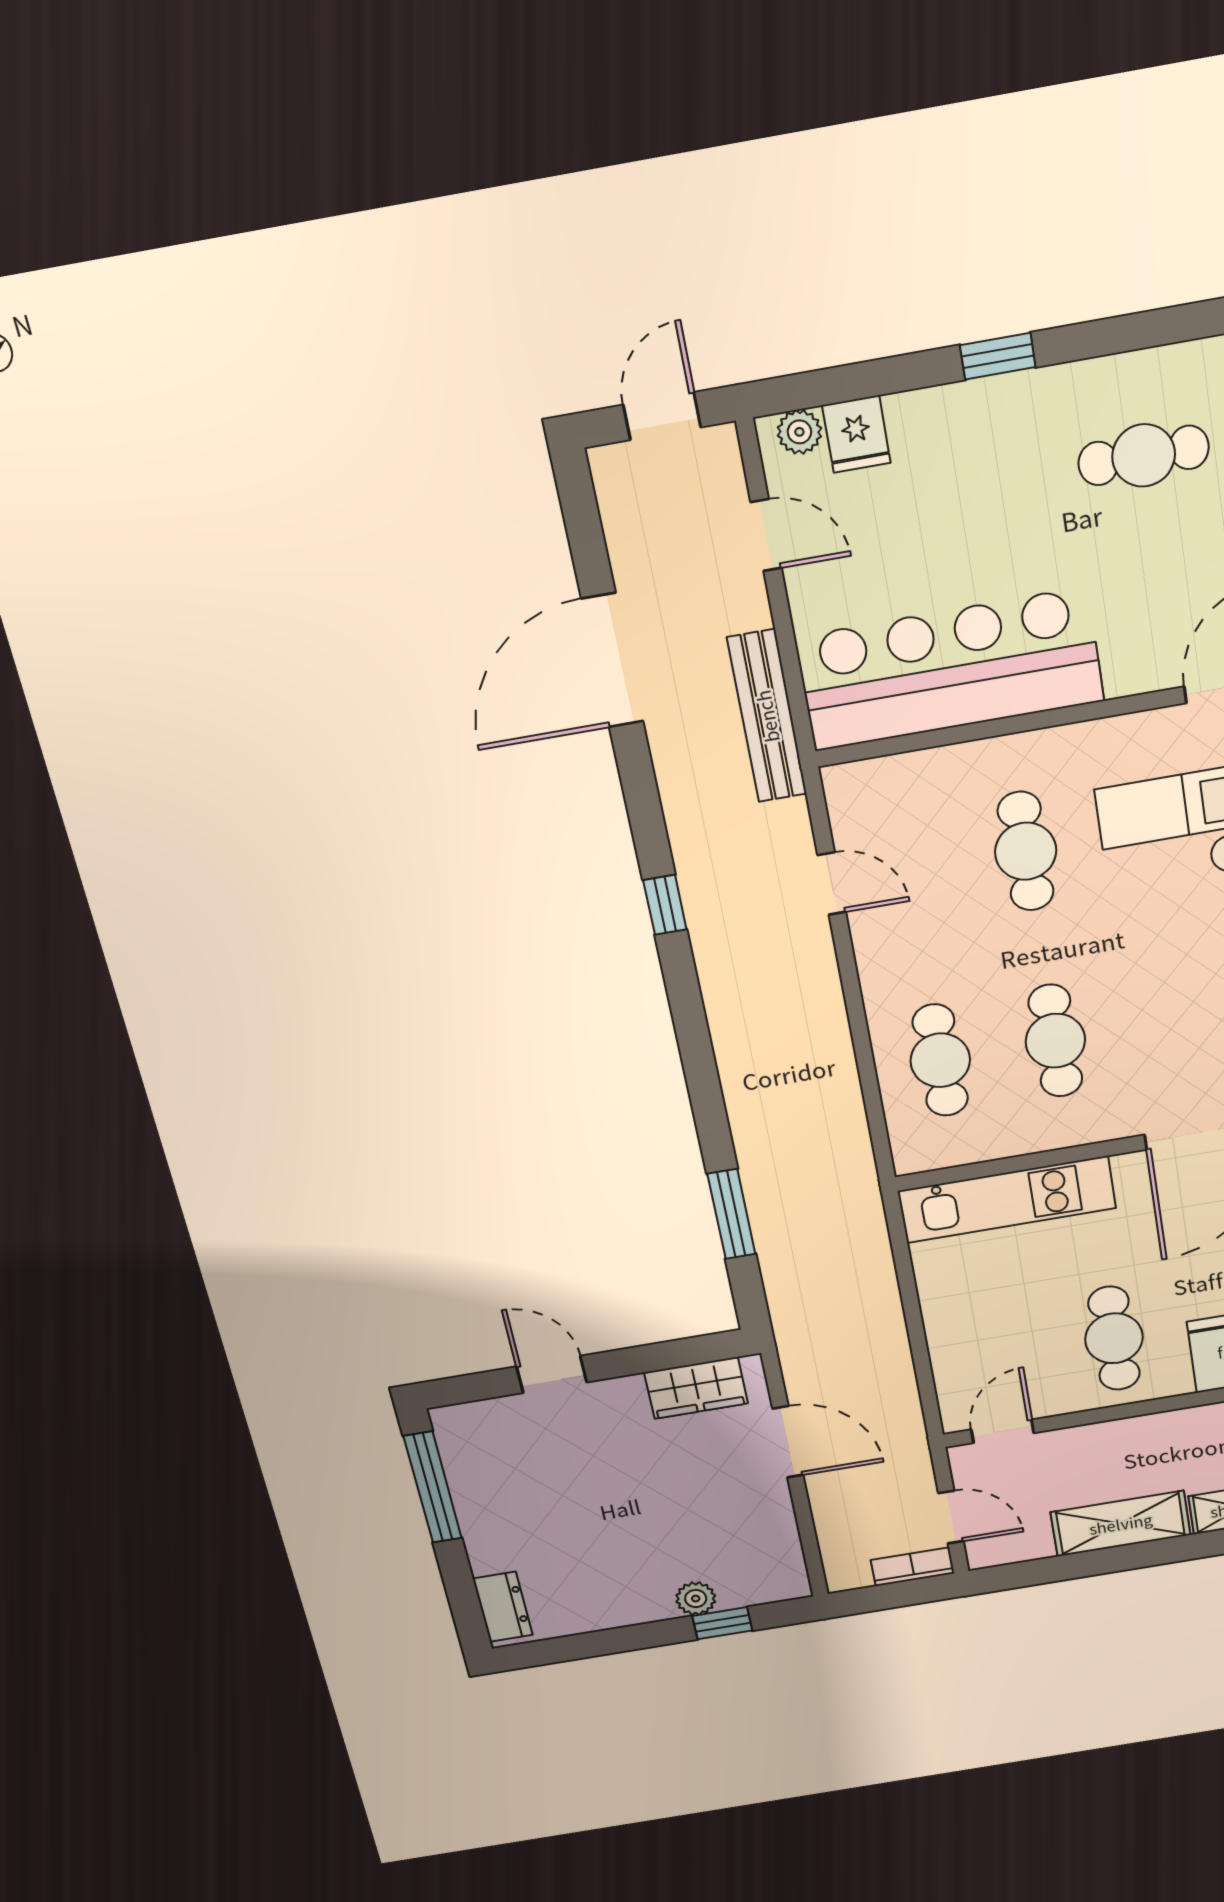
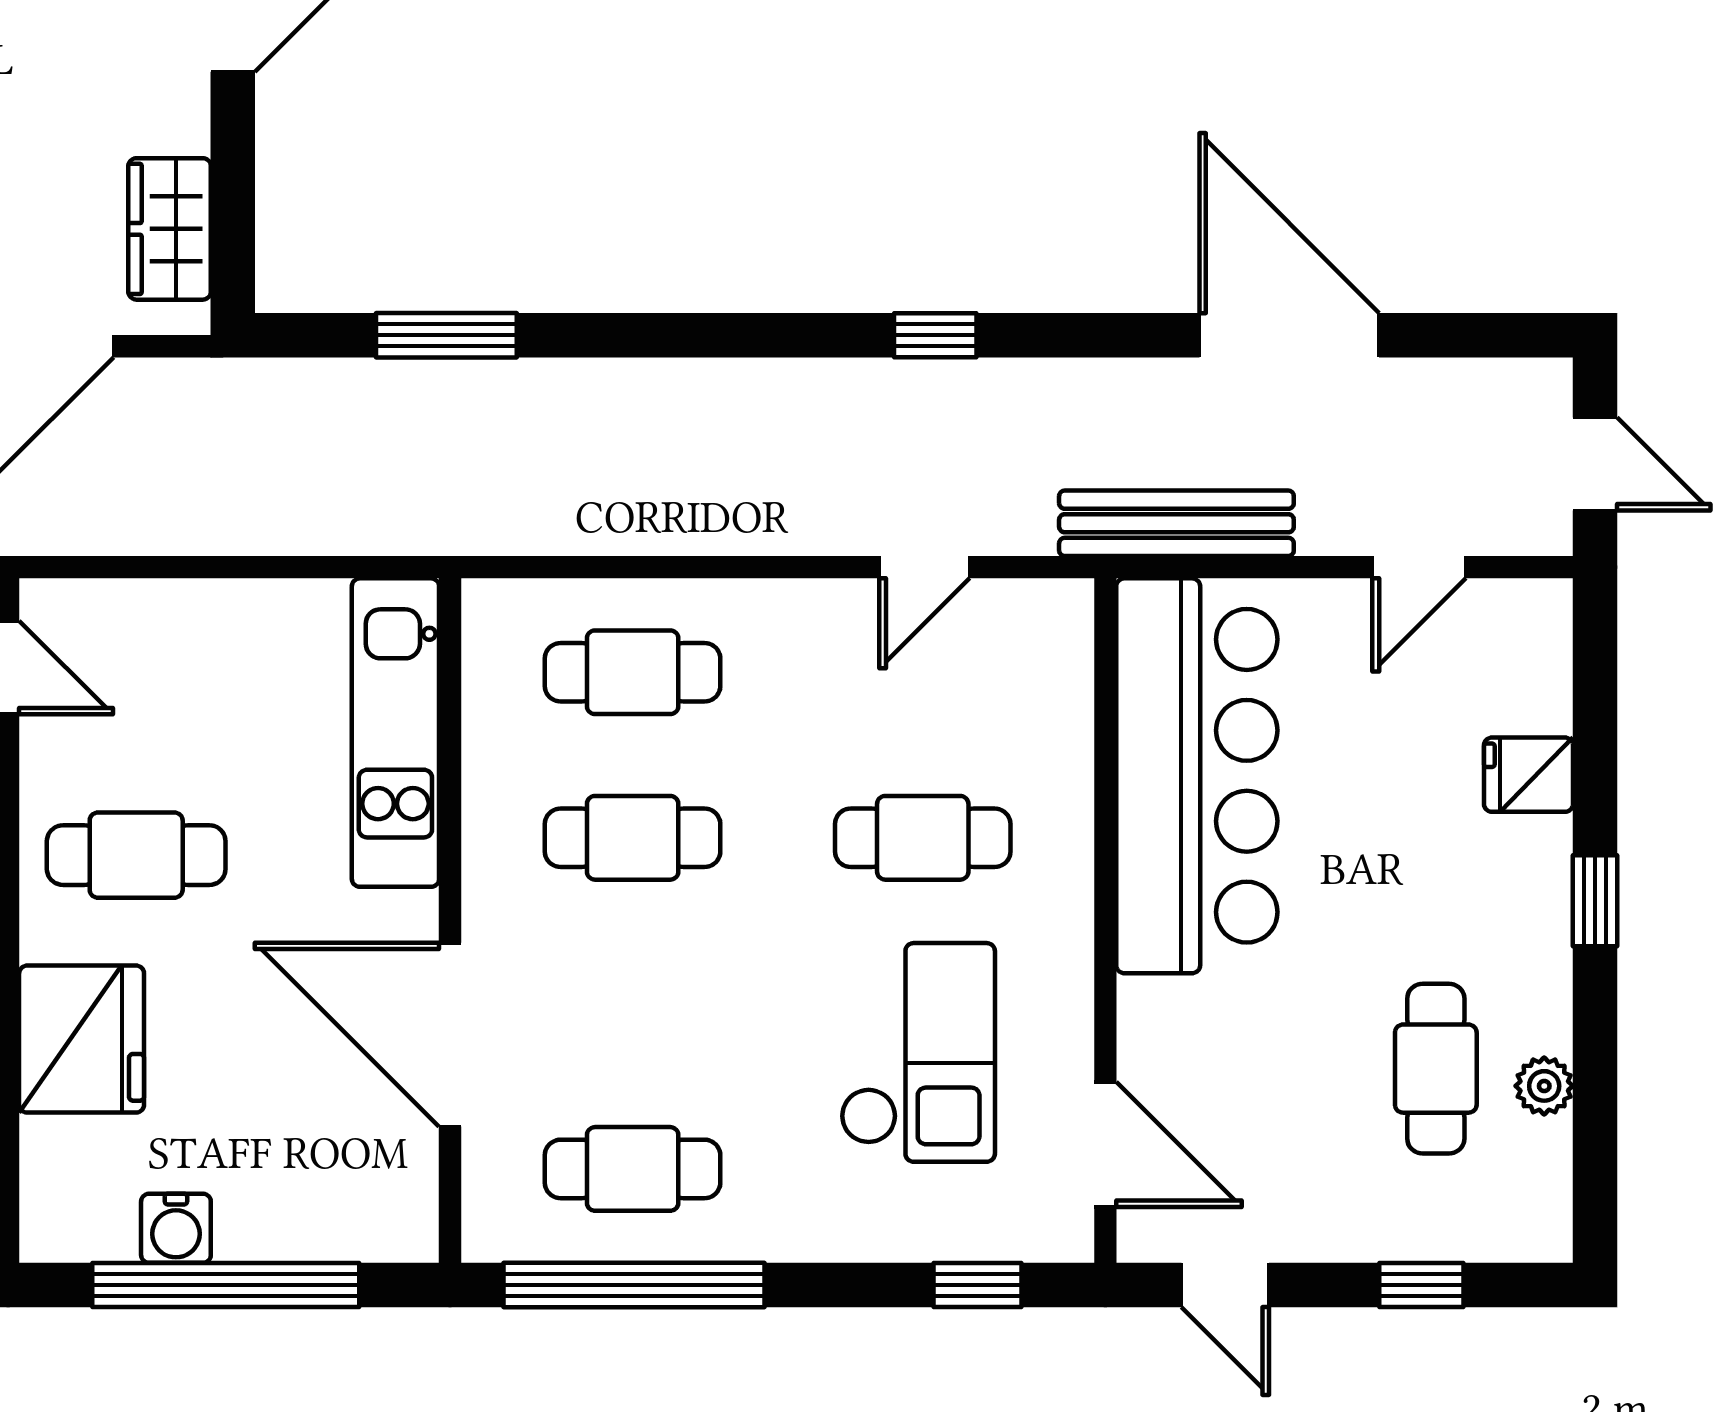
plant: (799, 432) -> (1544, 1086), moved
fridge: (856, 434) -> (1528, 775), moved

